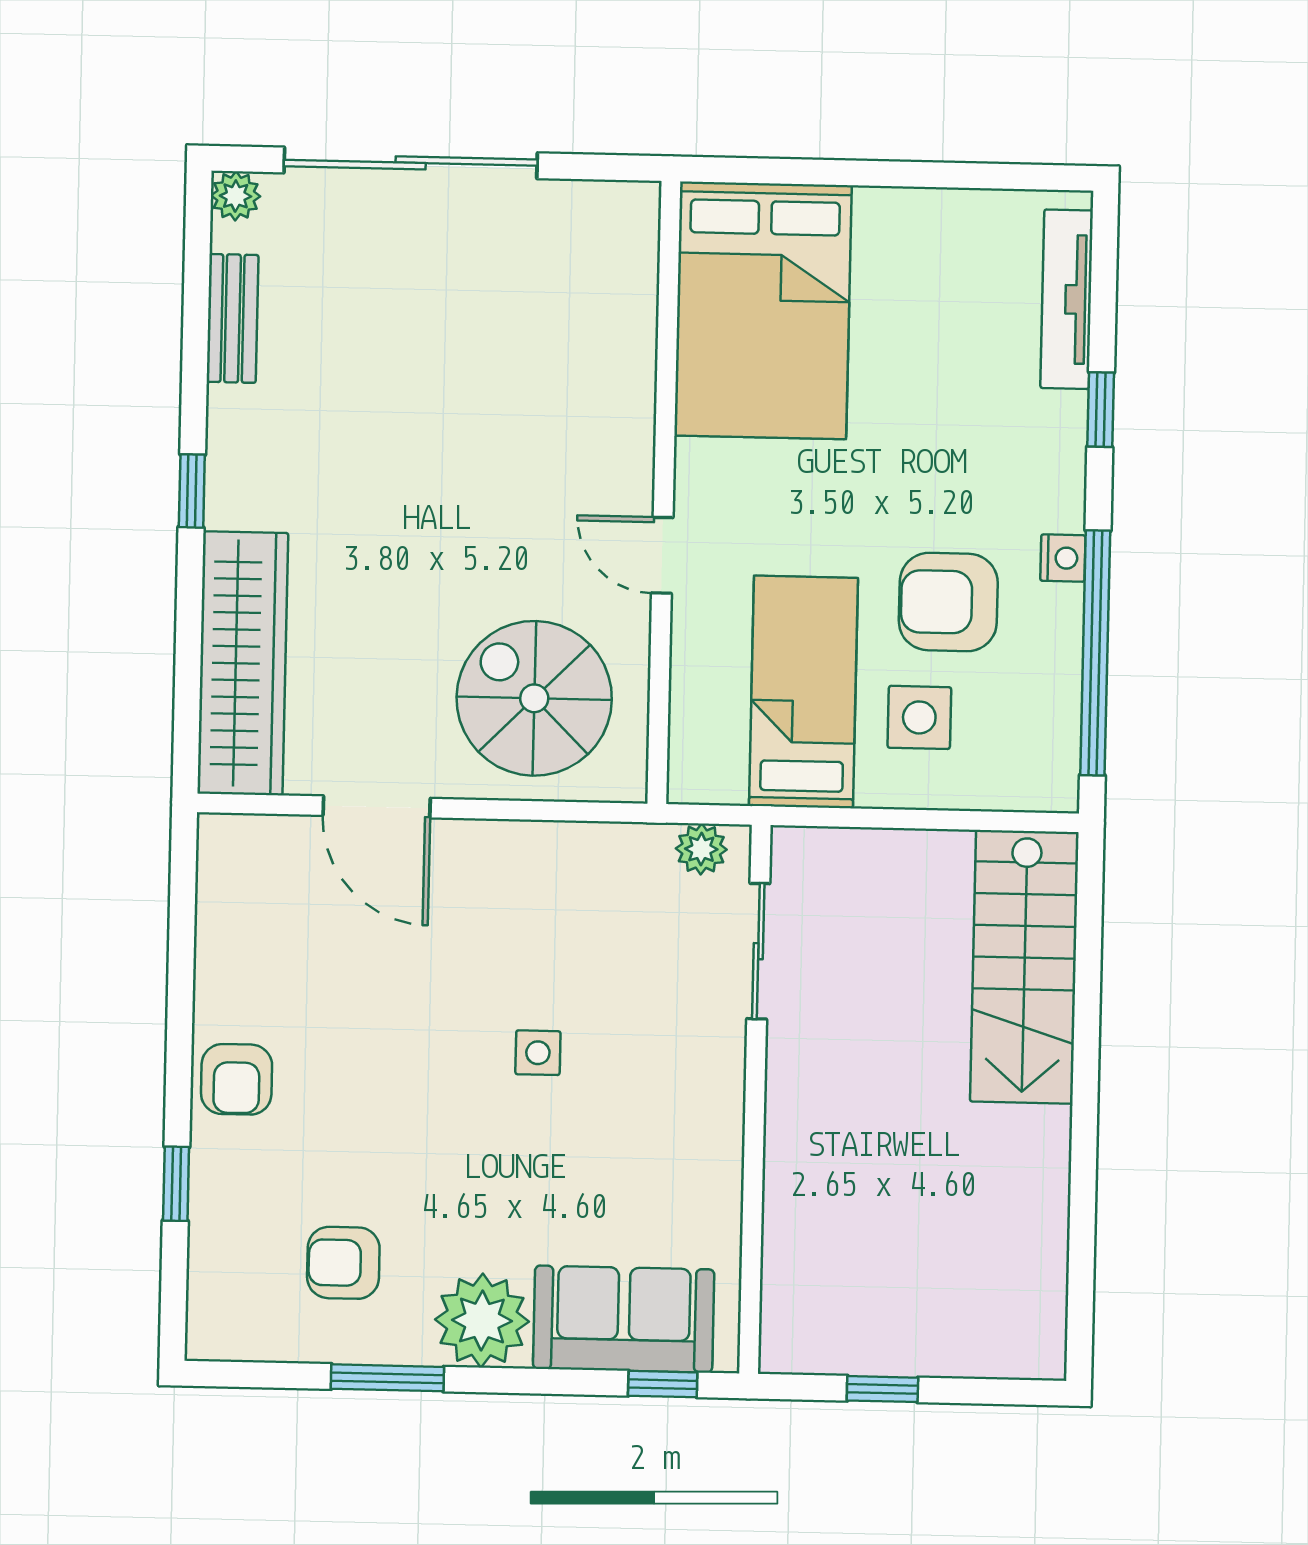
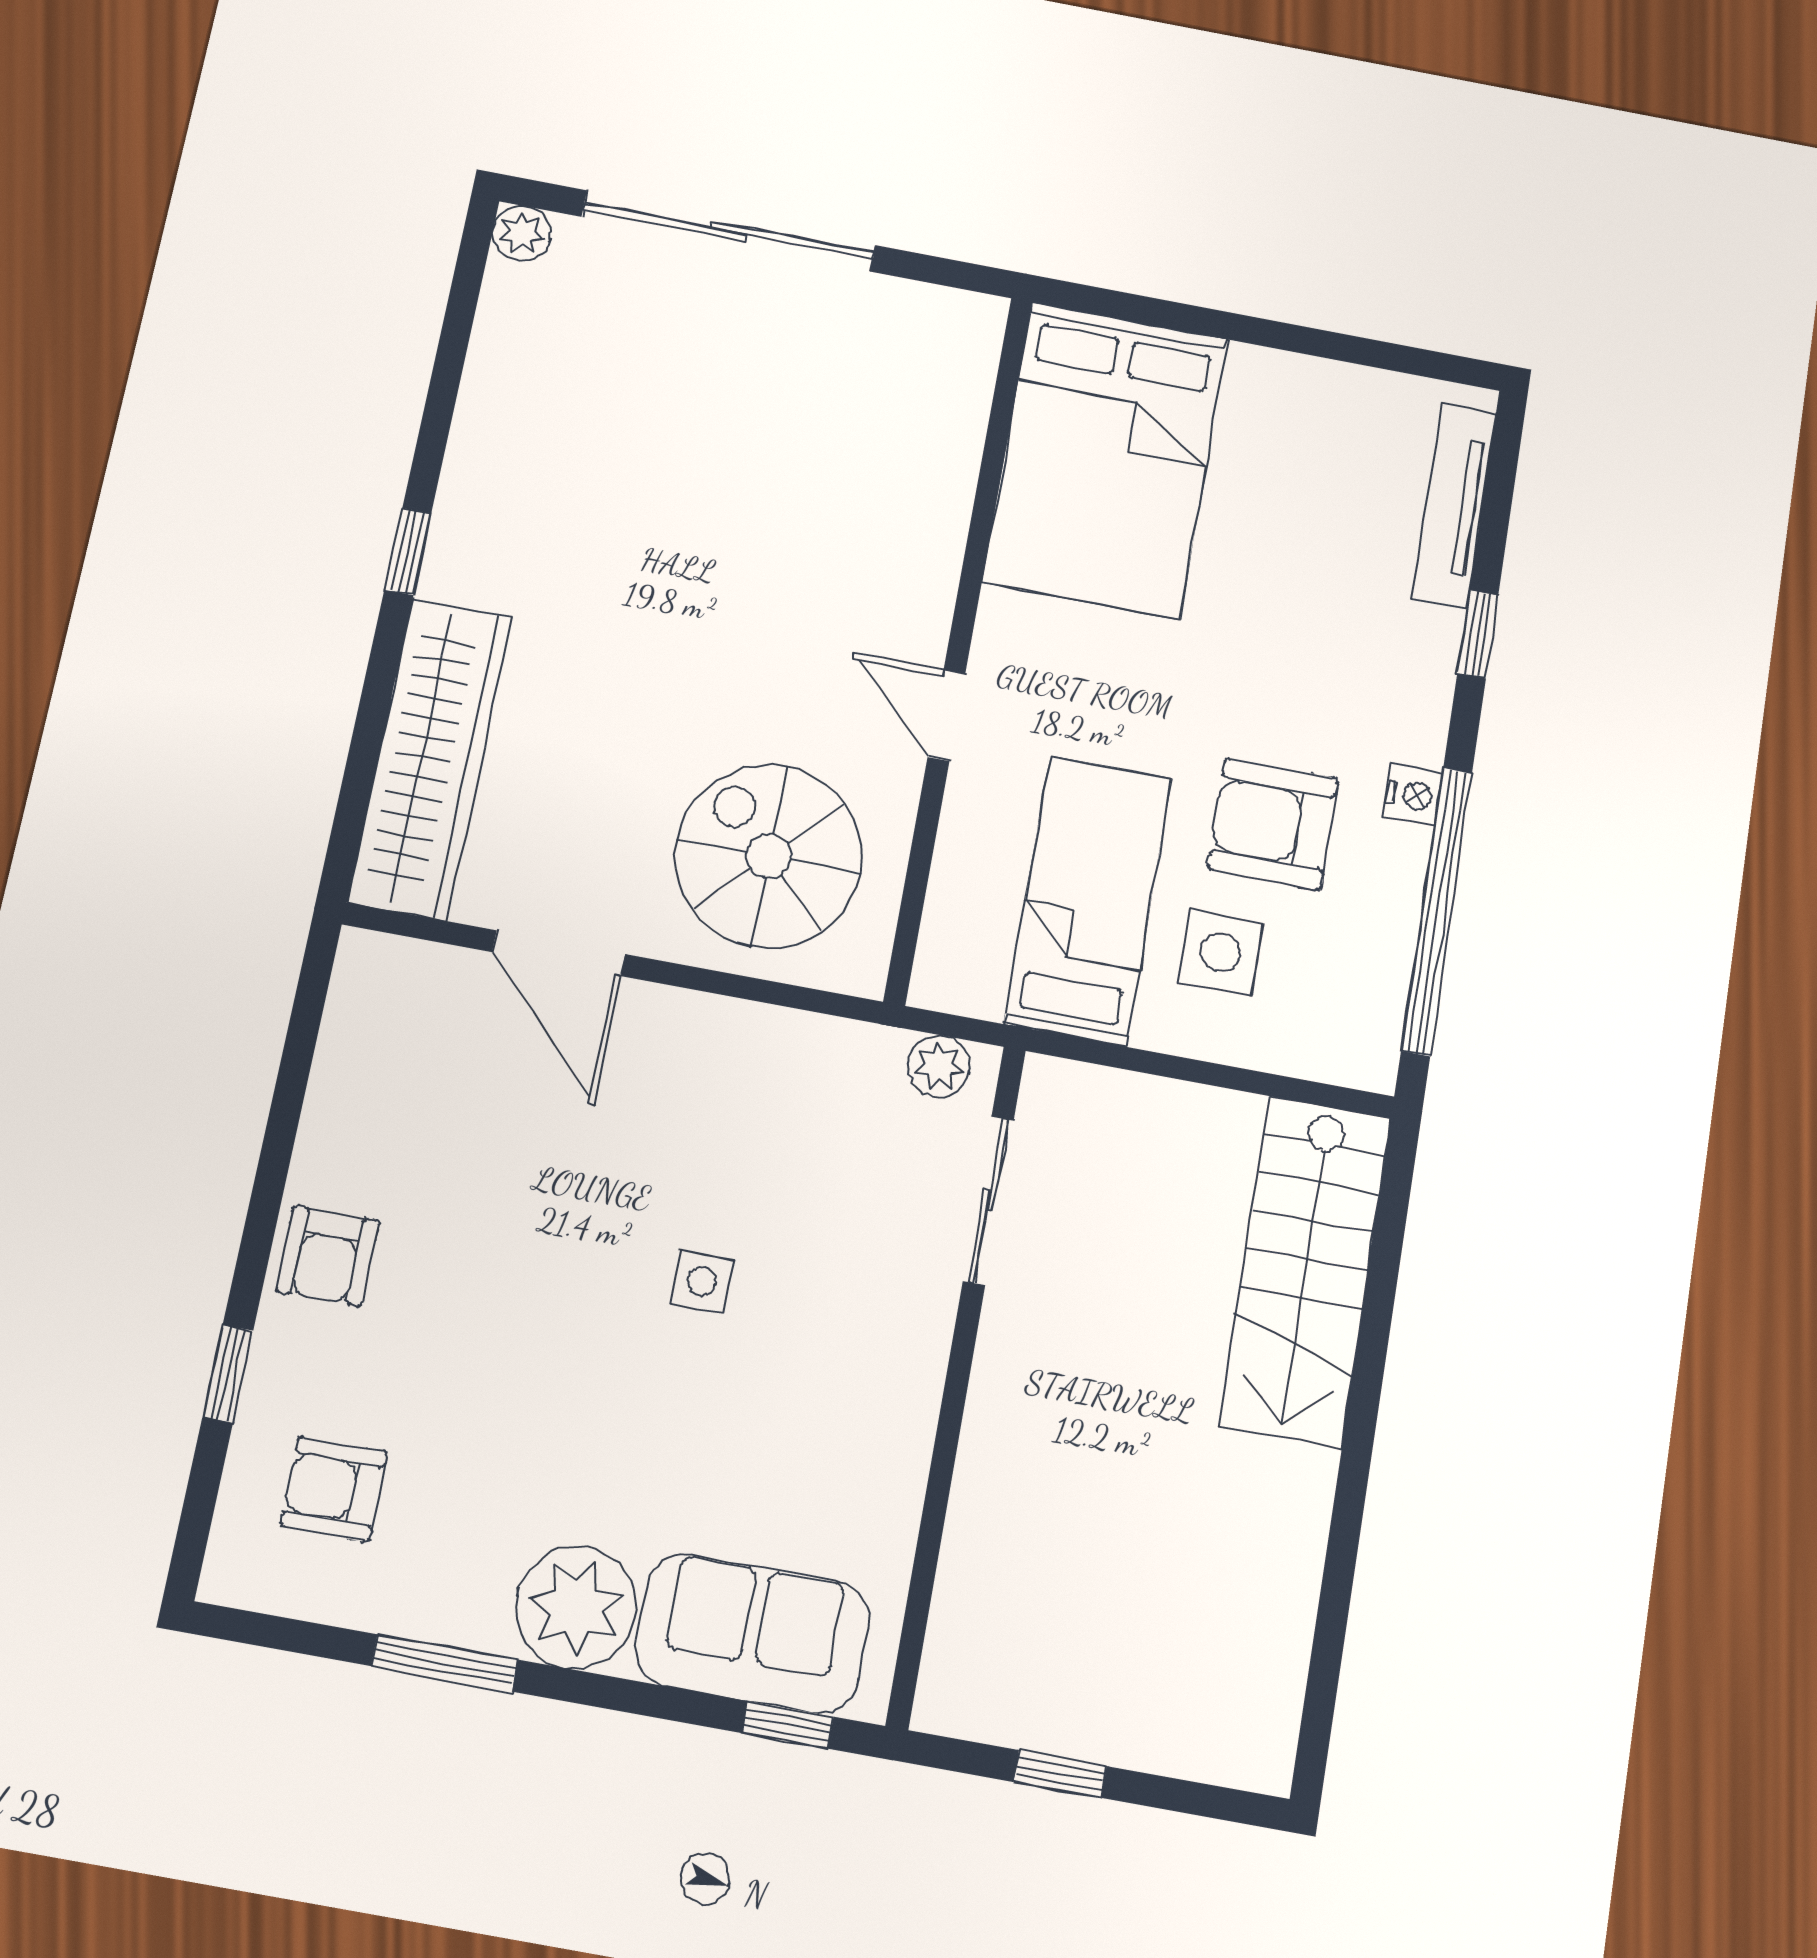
bench: (233, 318) -> (493, 367), removed
armchair: (343, 1263) -> (334, 1489), moved

